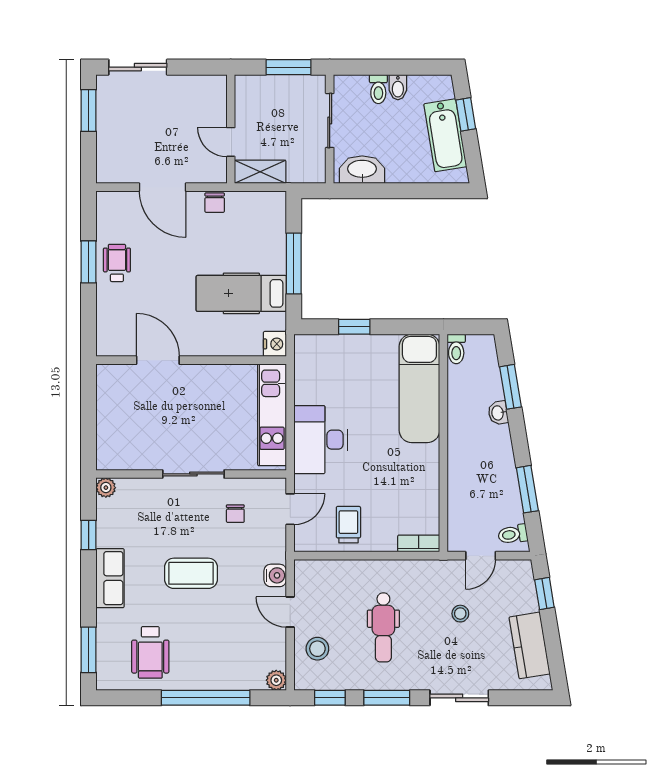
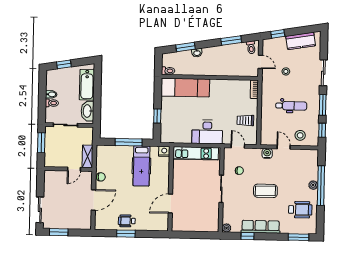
bathtub: (445, 135) -> (87, 85), moved, turned 99
coffee table: (191, 573) -> (265, 191), turned 90
row of seats: (110, 578) -> (261, 227), width x1.48
door: (290, 612) -> (284, 147), swing flipped
plant: (276, 680) -> (313, 185), moved

